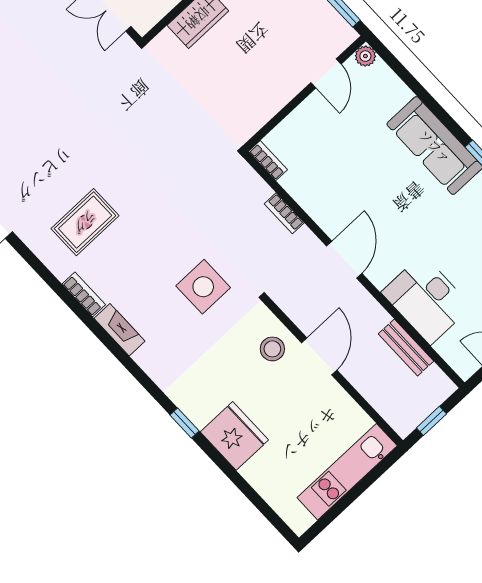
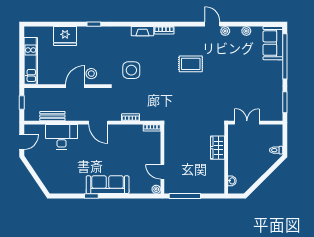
rug: (85, 222) -> (191, 64), moved, turned 90
door: (319, 356) -> (75, 86), swing flipped
fridge: (234, 436) -> (65, 36), moved

